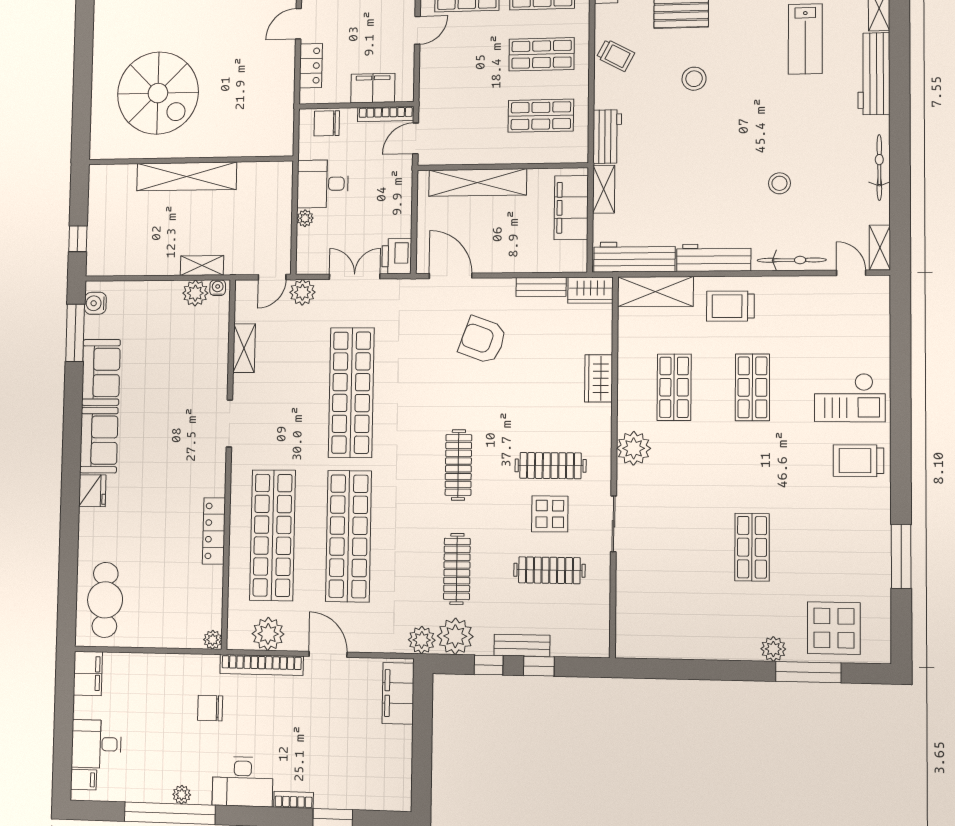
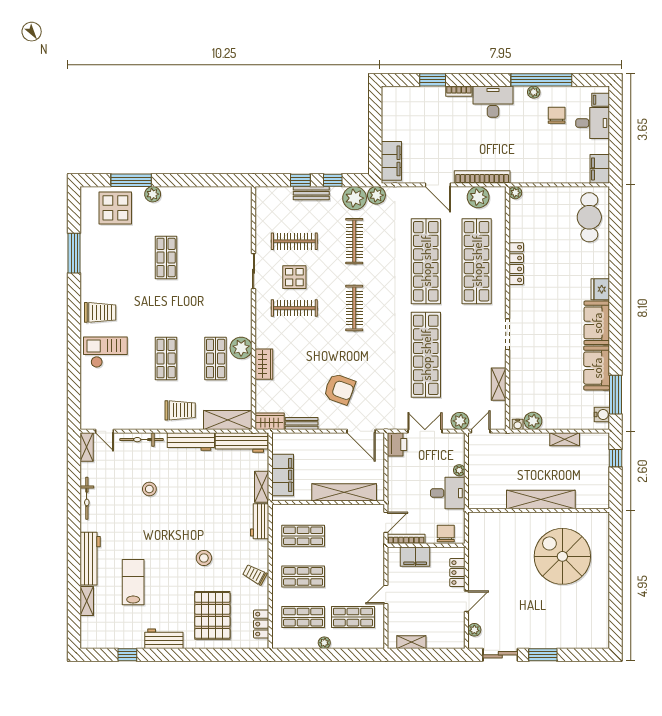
chair: (327, 123) -> (446, 534), turned -90
shelving: (202, 266) -> (565, 439), moved
double door: (355, 277) -> (425, 431), swing flipped
plant: (634, 448) -> (241, 348), moved
chair: (210, 708) -> (557, 115), moved, turned -90

